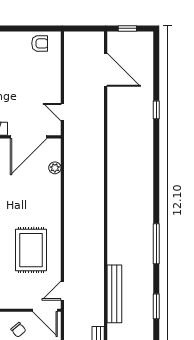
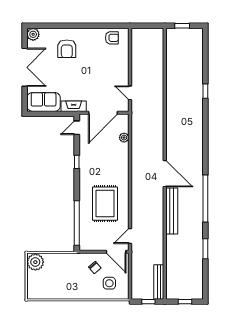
door: (106, 70) -> (165, 174), moved
window: (156, 244) -> (205, 198), width x1.46
bench: (114, 294) -> (172, 211), moved

